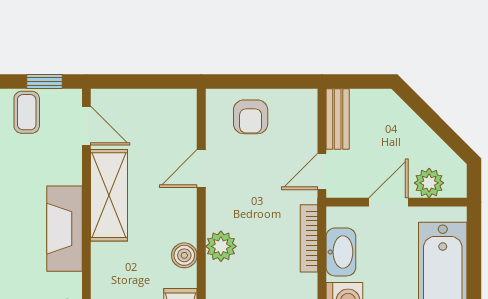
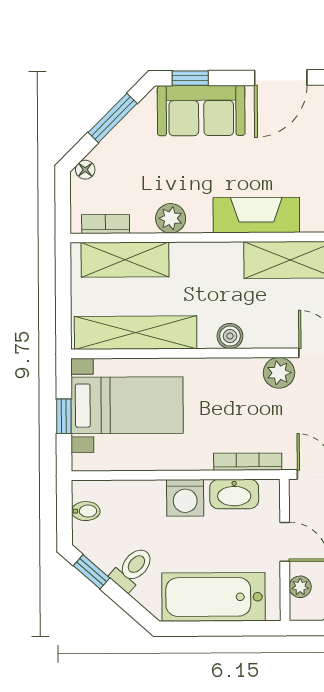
plant: (429, 183) -> (300, 587), width x0.73, depth x0.73
plant: (221, 246) -> (279, 373), moved

